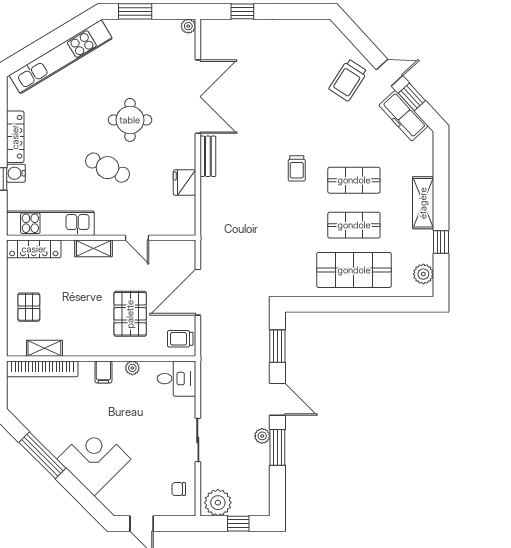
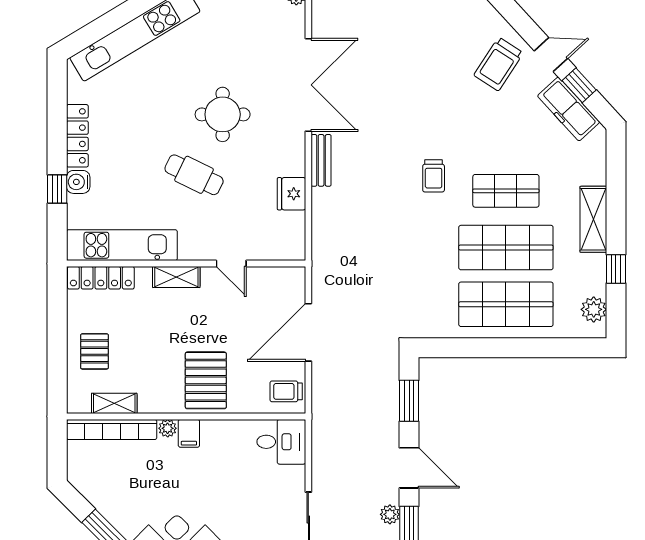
shop shelf: (354, 225) -> (506, 248), width x1.43, depth x1.36
pallet: (130, 314) -> (206, 380), moved
plant: (132, 368) -> (168, 428), moved

